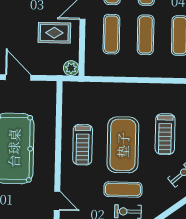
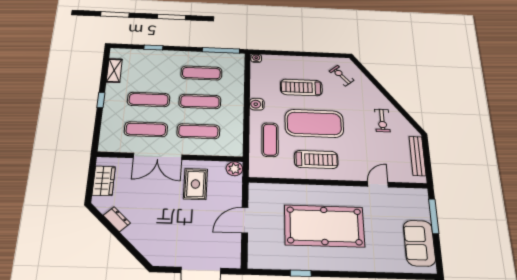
water cooler: (144, 90) -> (257, 104), added
treadmill: (165, 134) -> (301, 87), turned 180
exercise mat: (123, 189) -> (270, 140), moved

